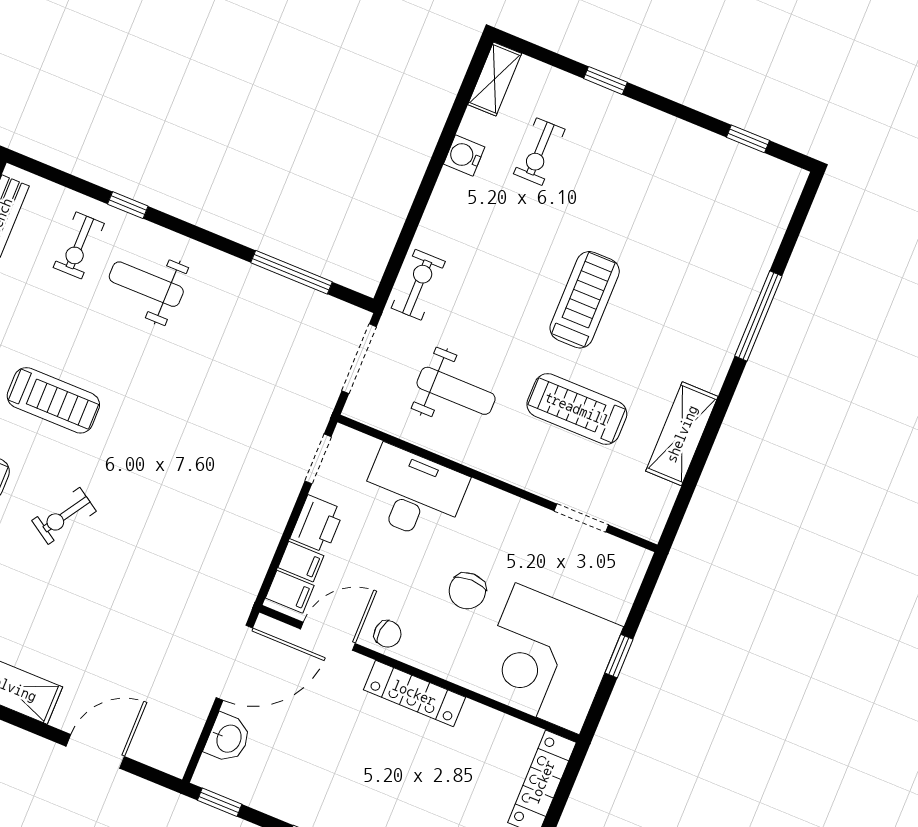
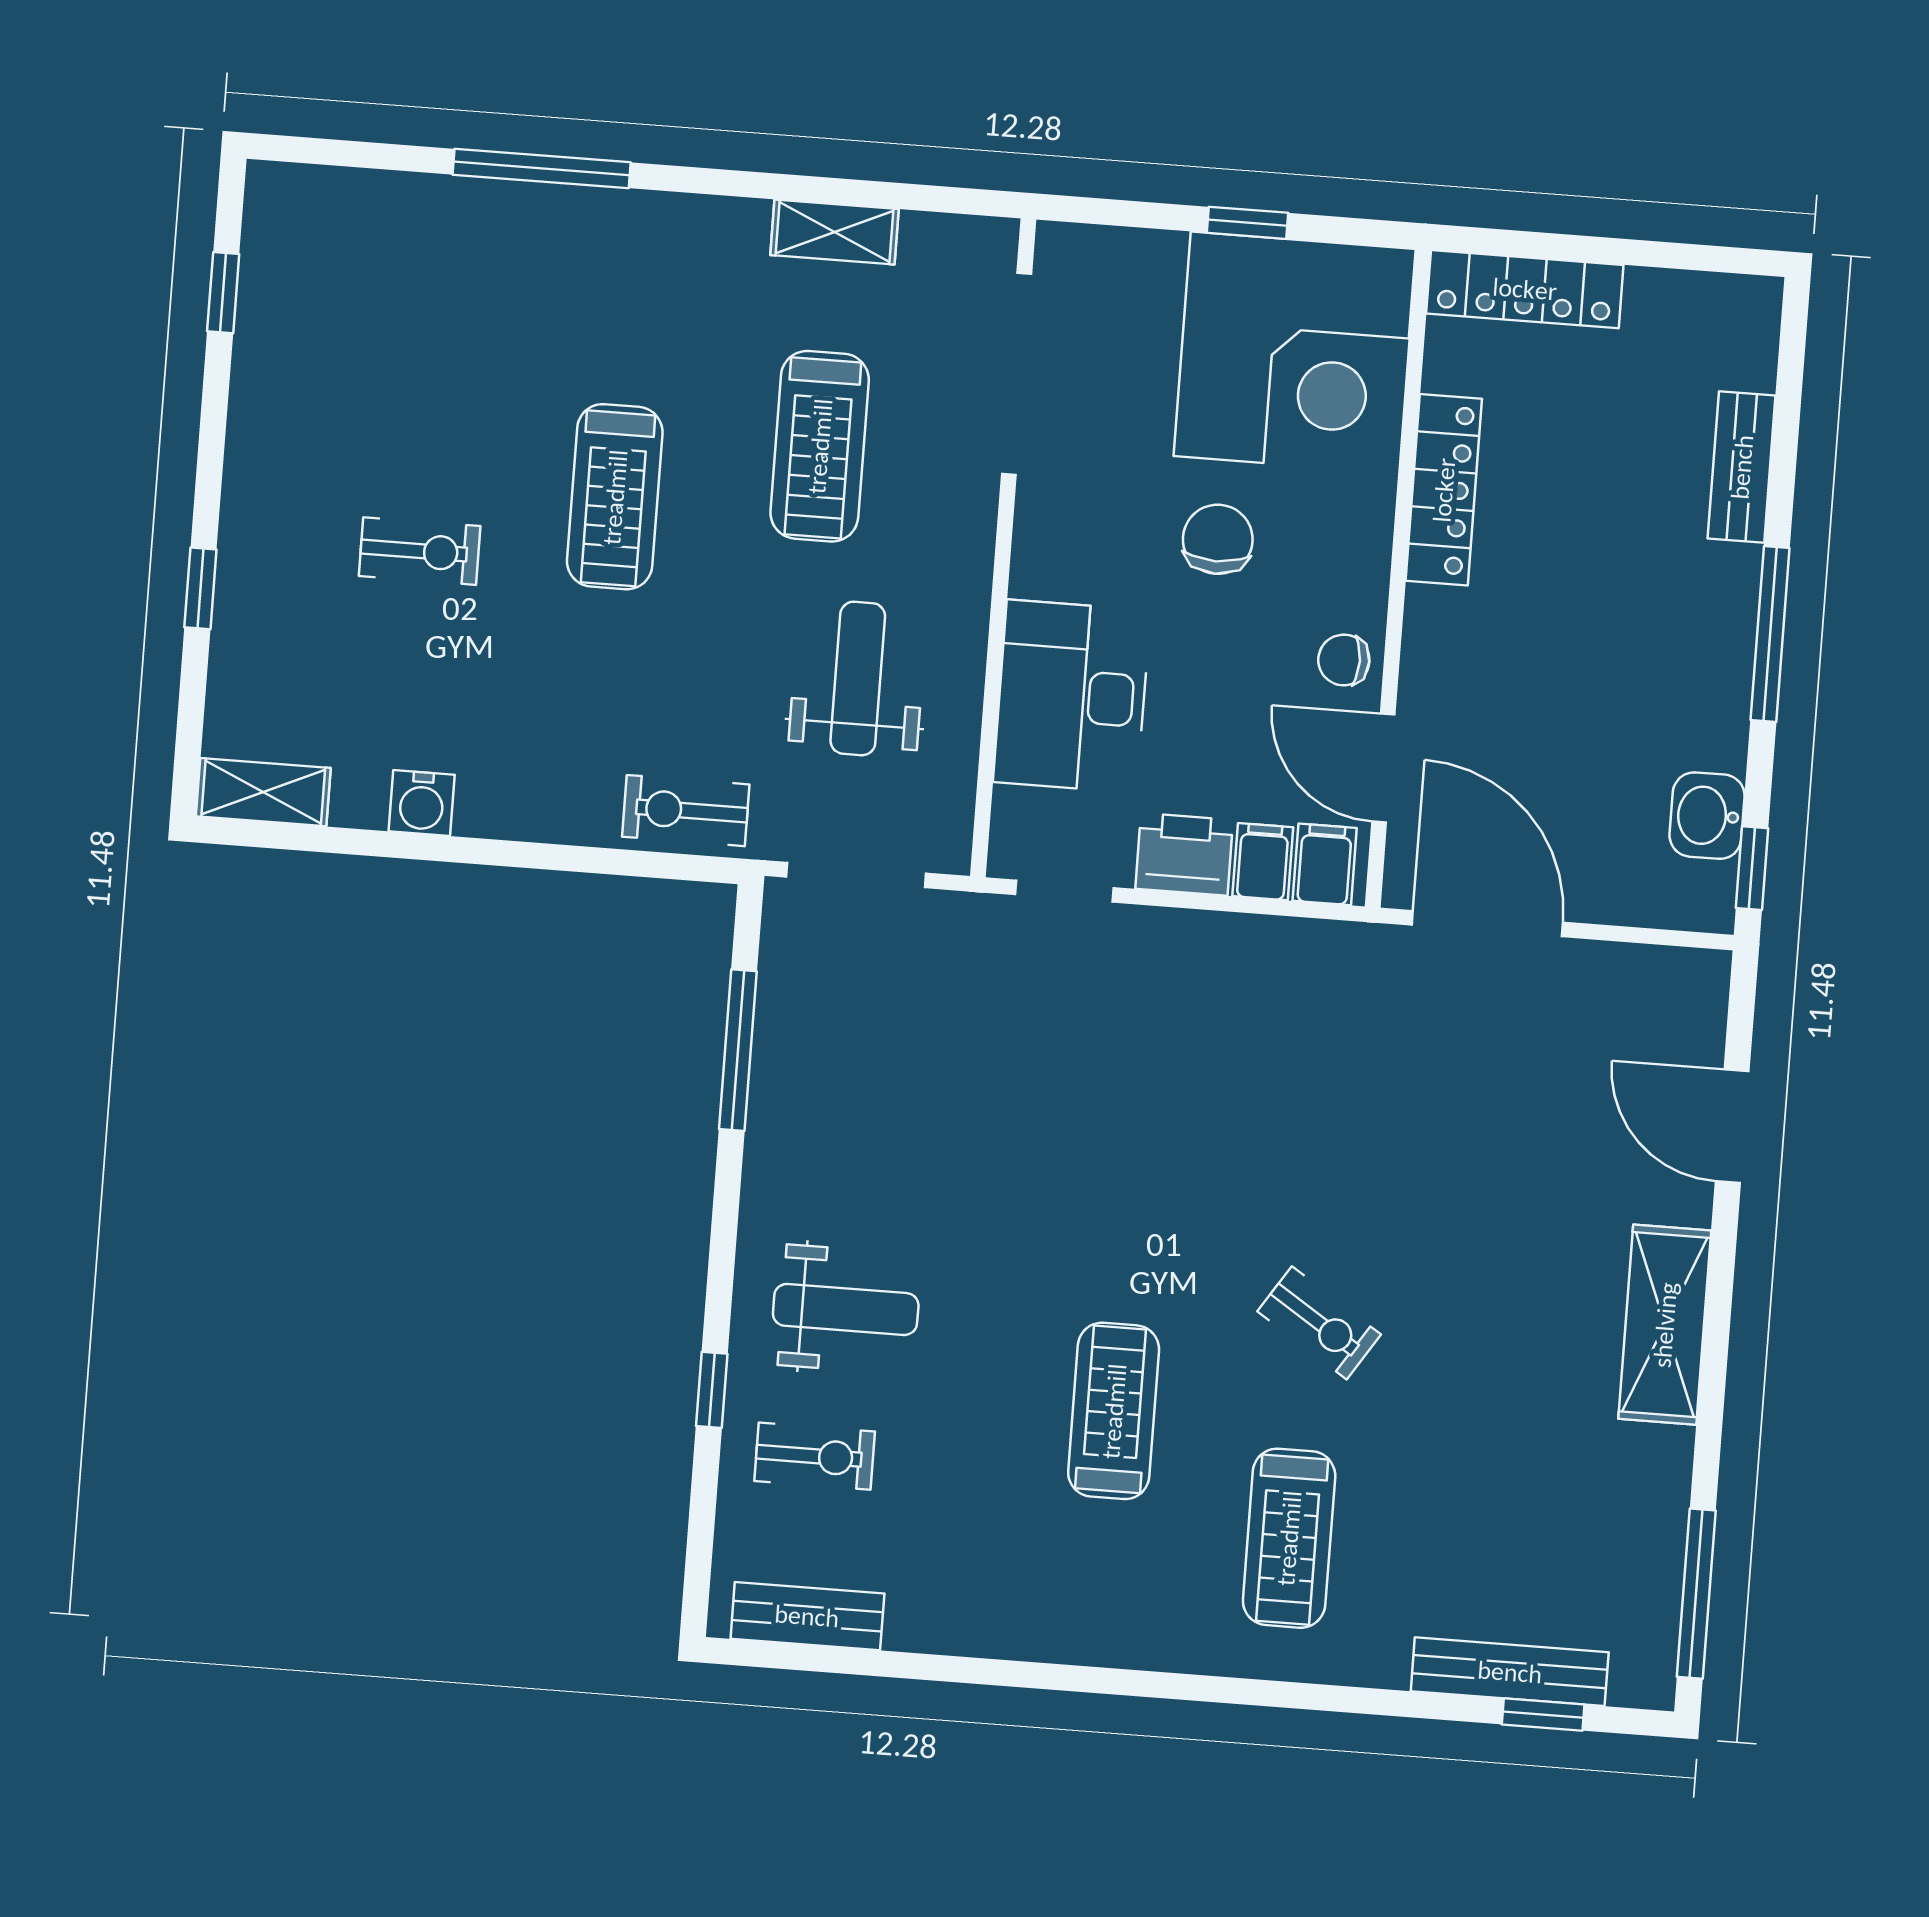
exercise bike: (539, 152) -> (420, 551), moved
weight bench: (146, 284) -> (846, 1309), turned -90
treadmill: (585, 300) -> (615, 497), turned -90
shelving: (682, 434) -> (834, 232), width x0.67, depth x0.75
doorway: (581, 518) -> (1017, 374), width x1.87
chair: (467, 591) -> (1218, 539), turned -90
chair: (388, 634) -> (1344, 660), turned -97
locker: (414, 693) -> (1444, 490), moved
washbasin: (228, 738) -> (1707, 816), moved, turned -90

